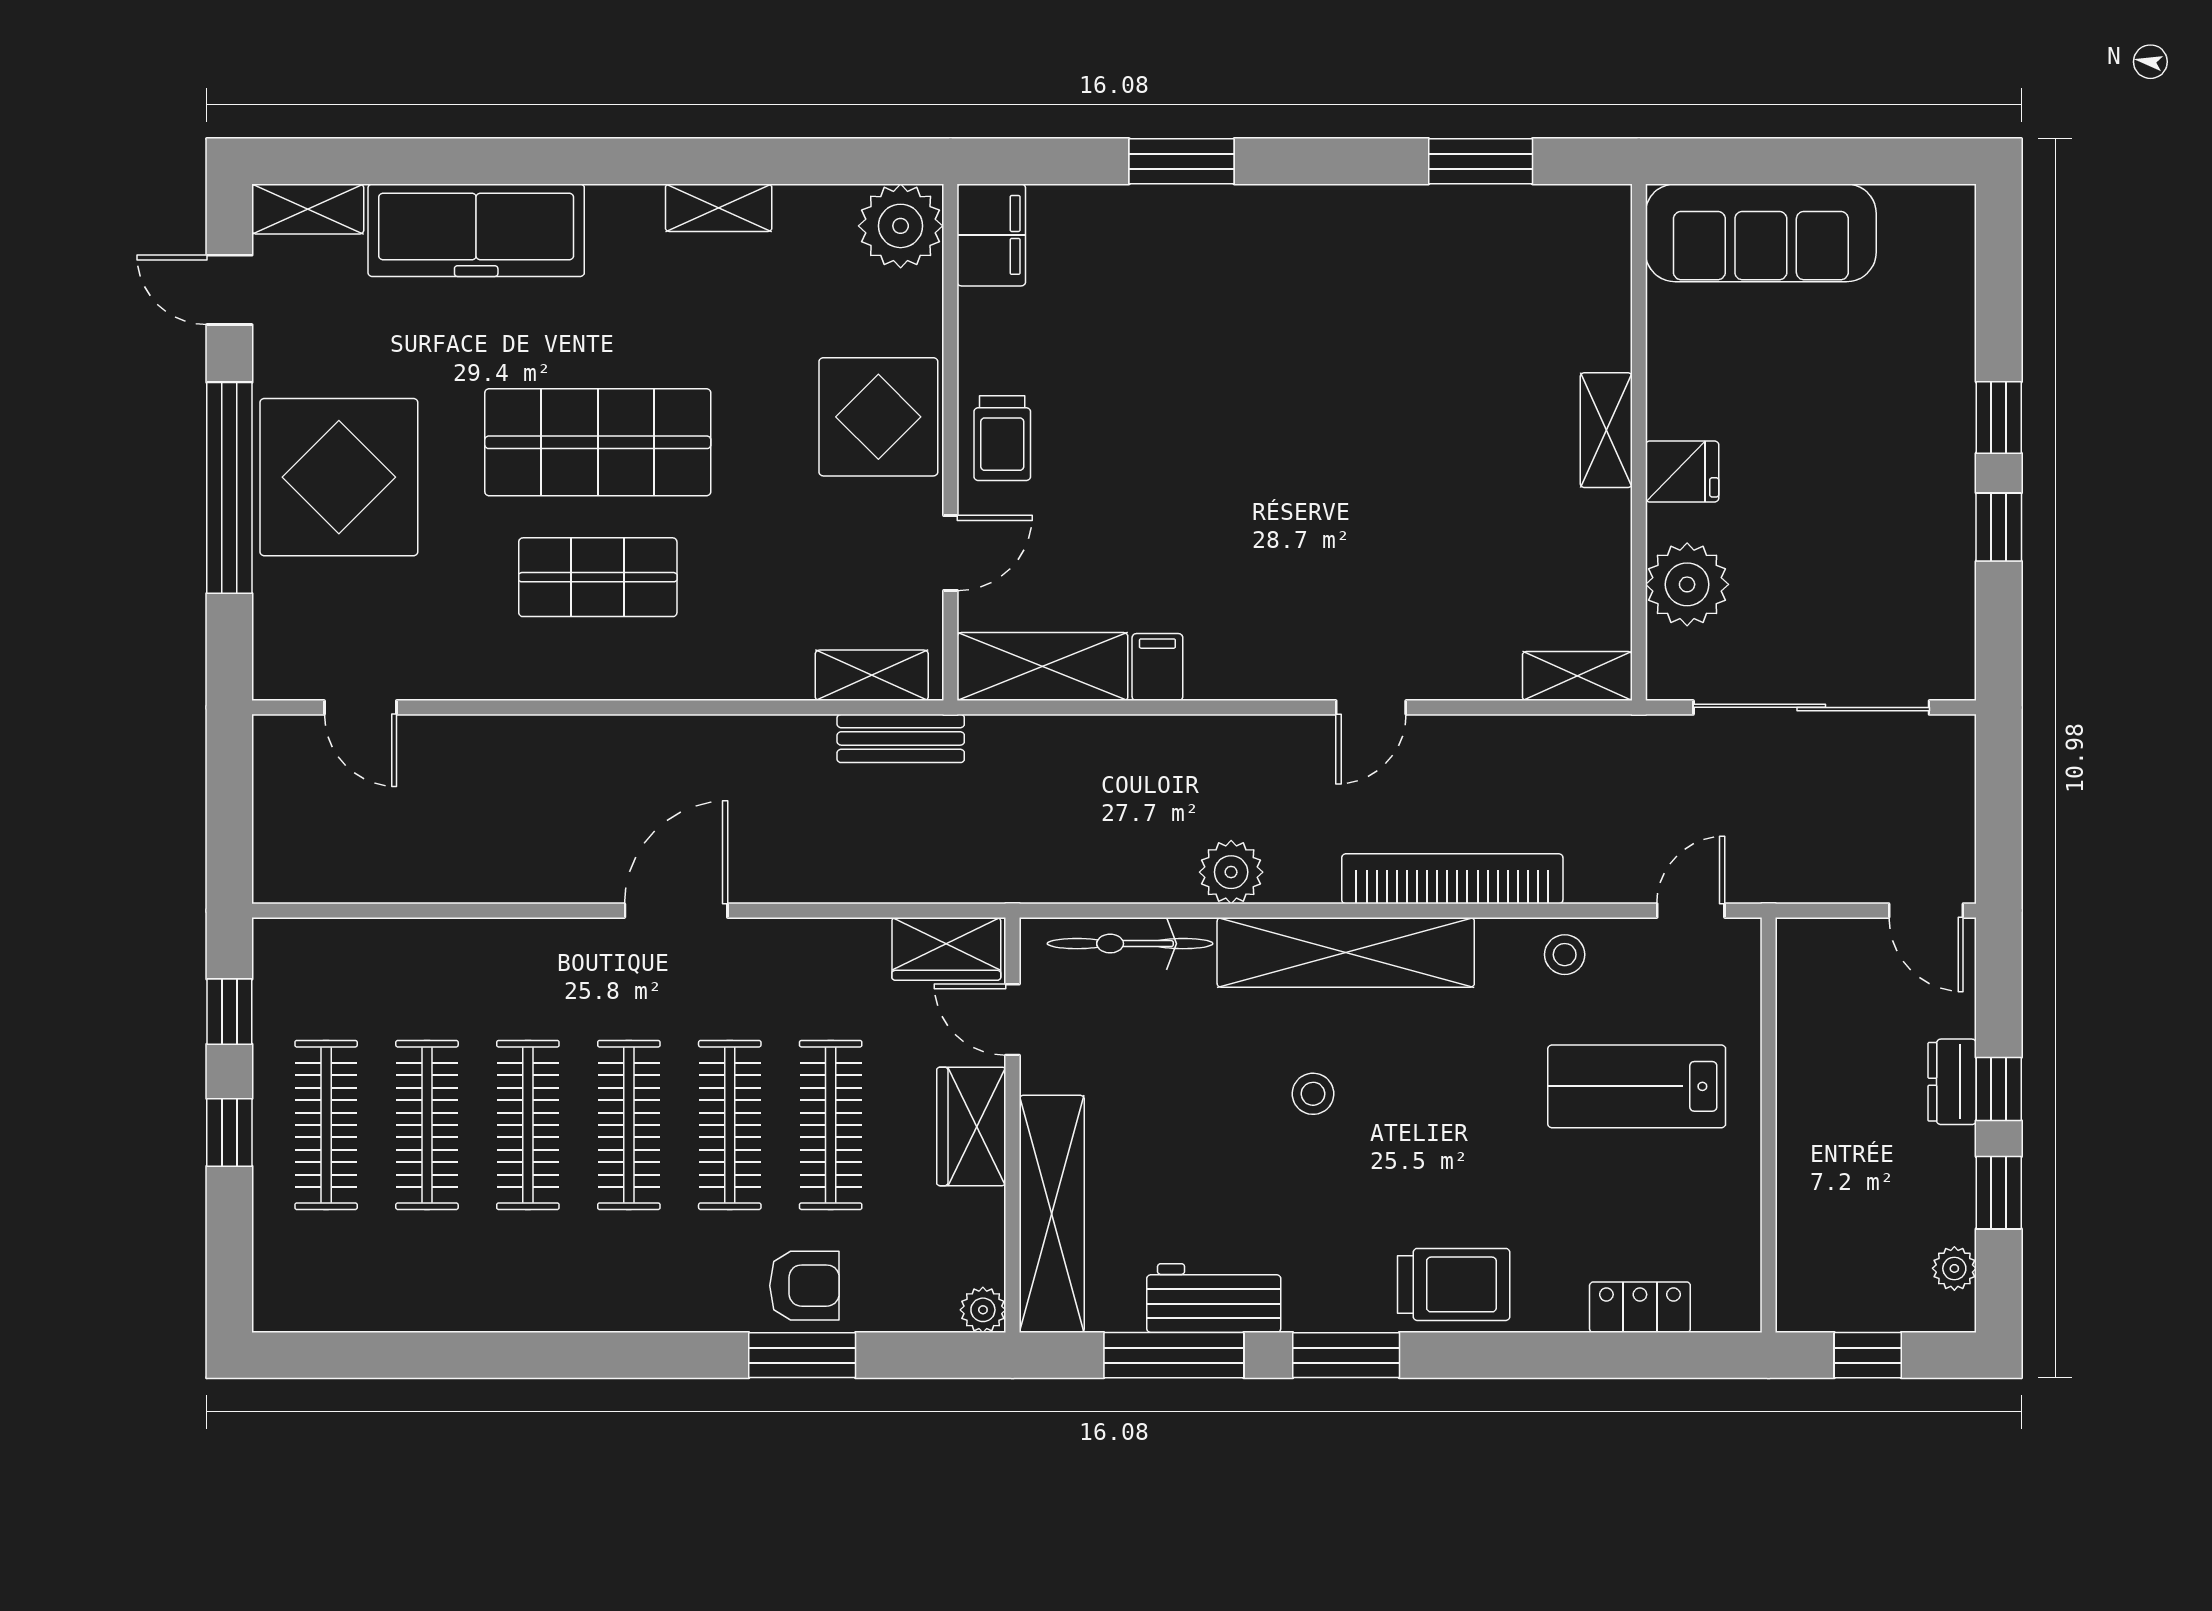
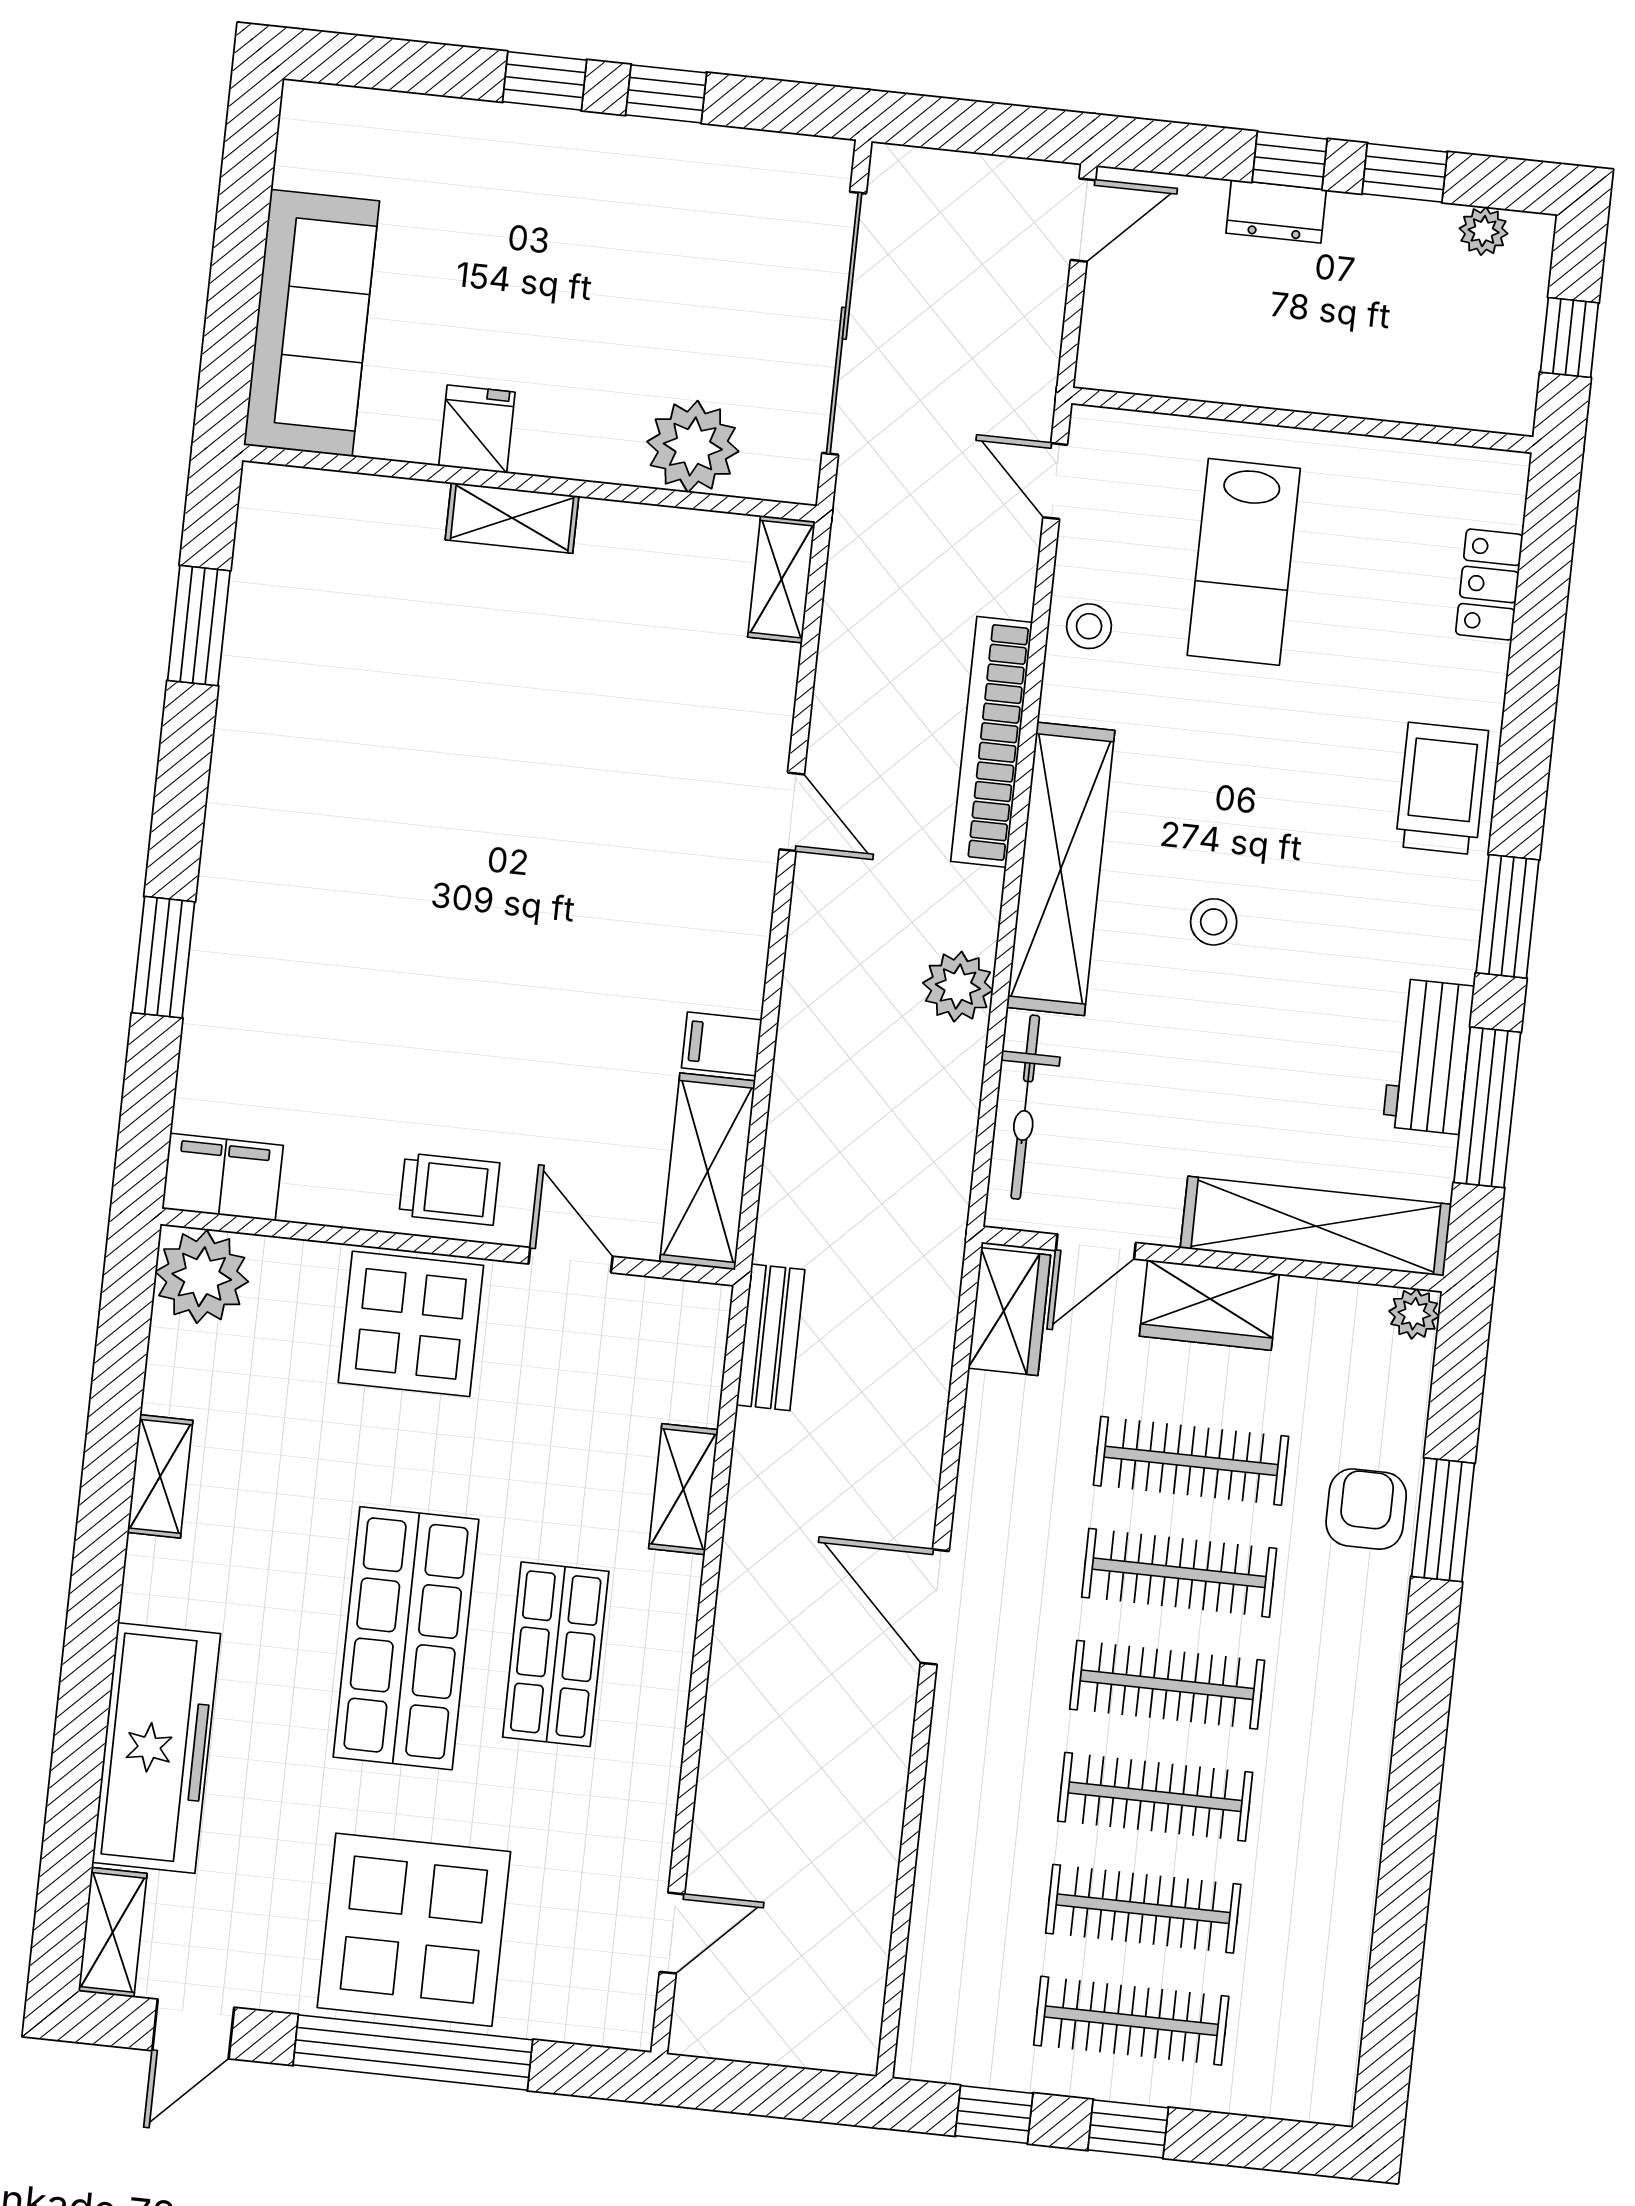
fridge: (1682, 471) -> (477, 429), moved
shelving: (872, 675) -> (683, 1489), moved

